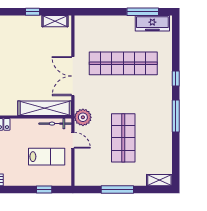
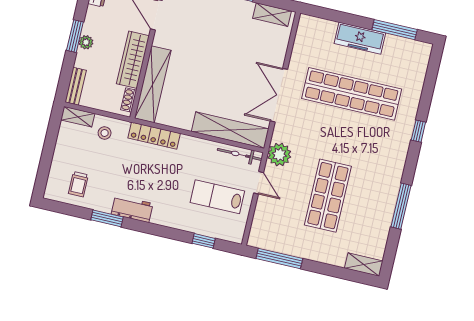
freezer: (152, 23) -> (360, 38), moved
window: (176, 116) -> (401, 206), moved
lab bench: (47, 157) -> (217, 197), turned 180
window: (117, 190) -> (279, 258), moved

